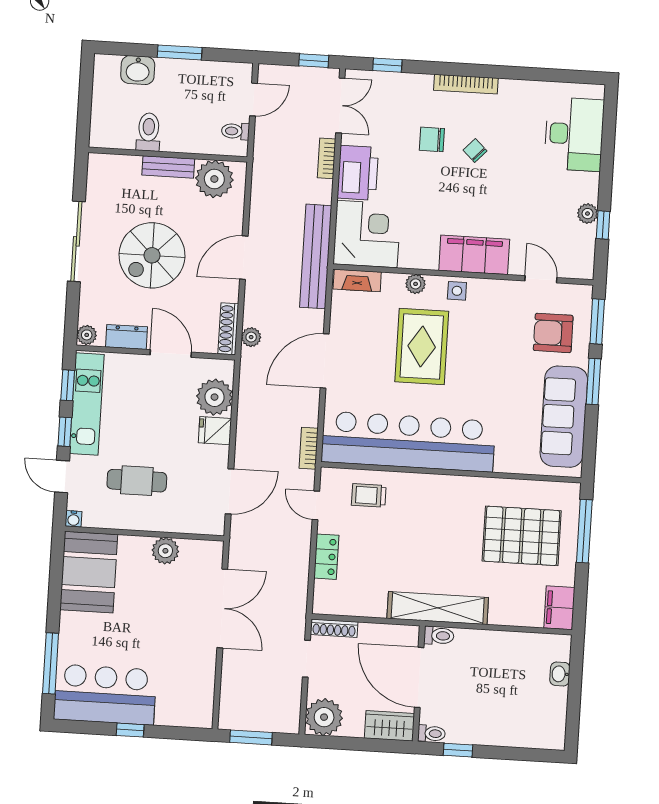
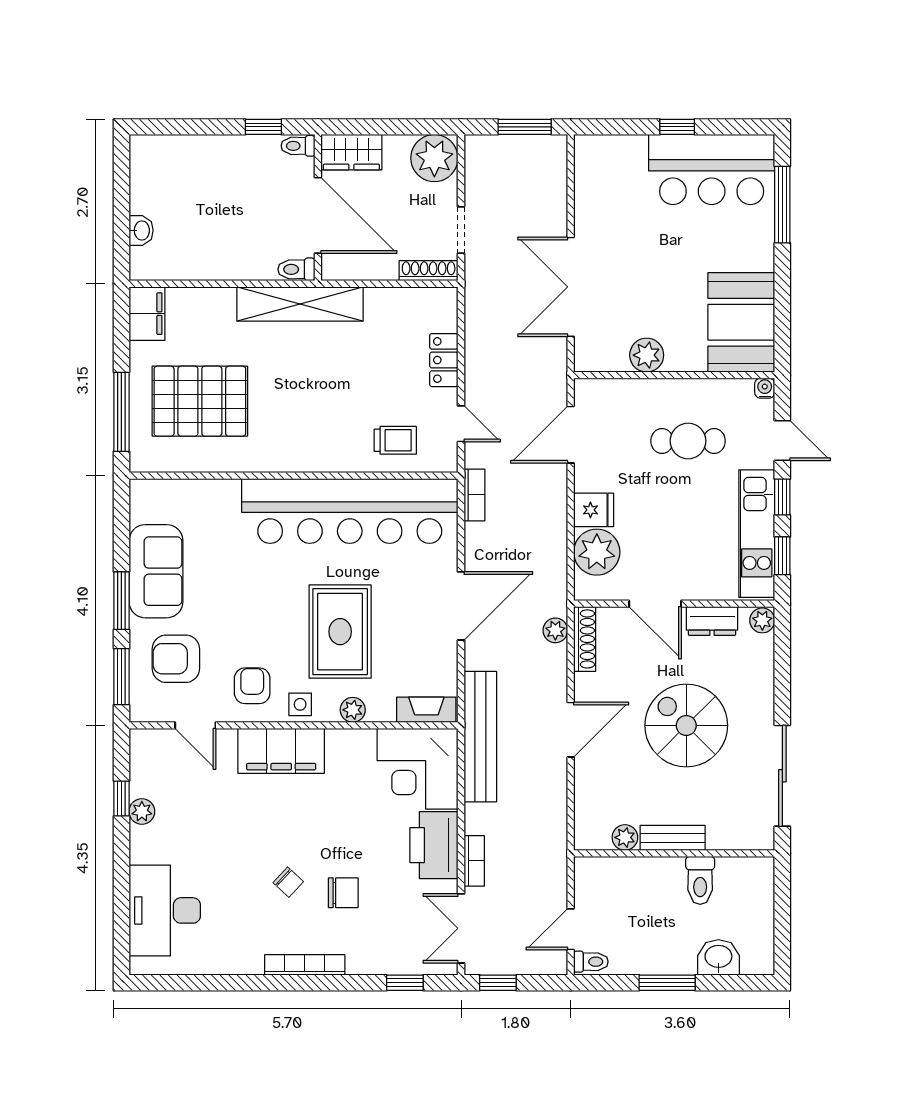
toilet: (235, 131) -> (591, 962), moved
plant: (214, 179) -> (625, 837), width x0.53, depth x0.53
sliding door: (76, 241) -> (782, 776), moved
spiral stairs: (152, 255) -> (686, 725), turned -90
armchair: (494, 308) -> (252, 686), added
armchair: (553, 333) -> (176, 659), turned 180
sofa: (564, 417) -> (156, 571), width x0.73

